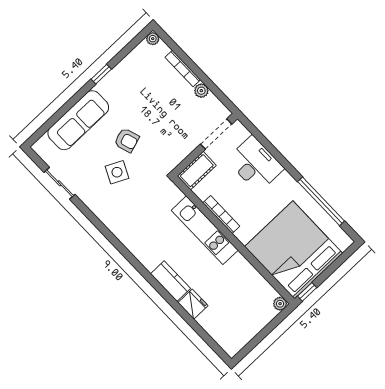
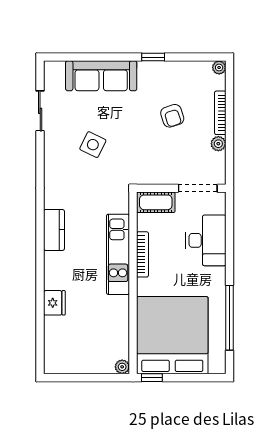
armchair: (127, 140) -> (172, 116), moved
kitchen counter: (171, 281) -> (54, 230), moved

